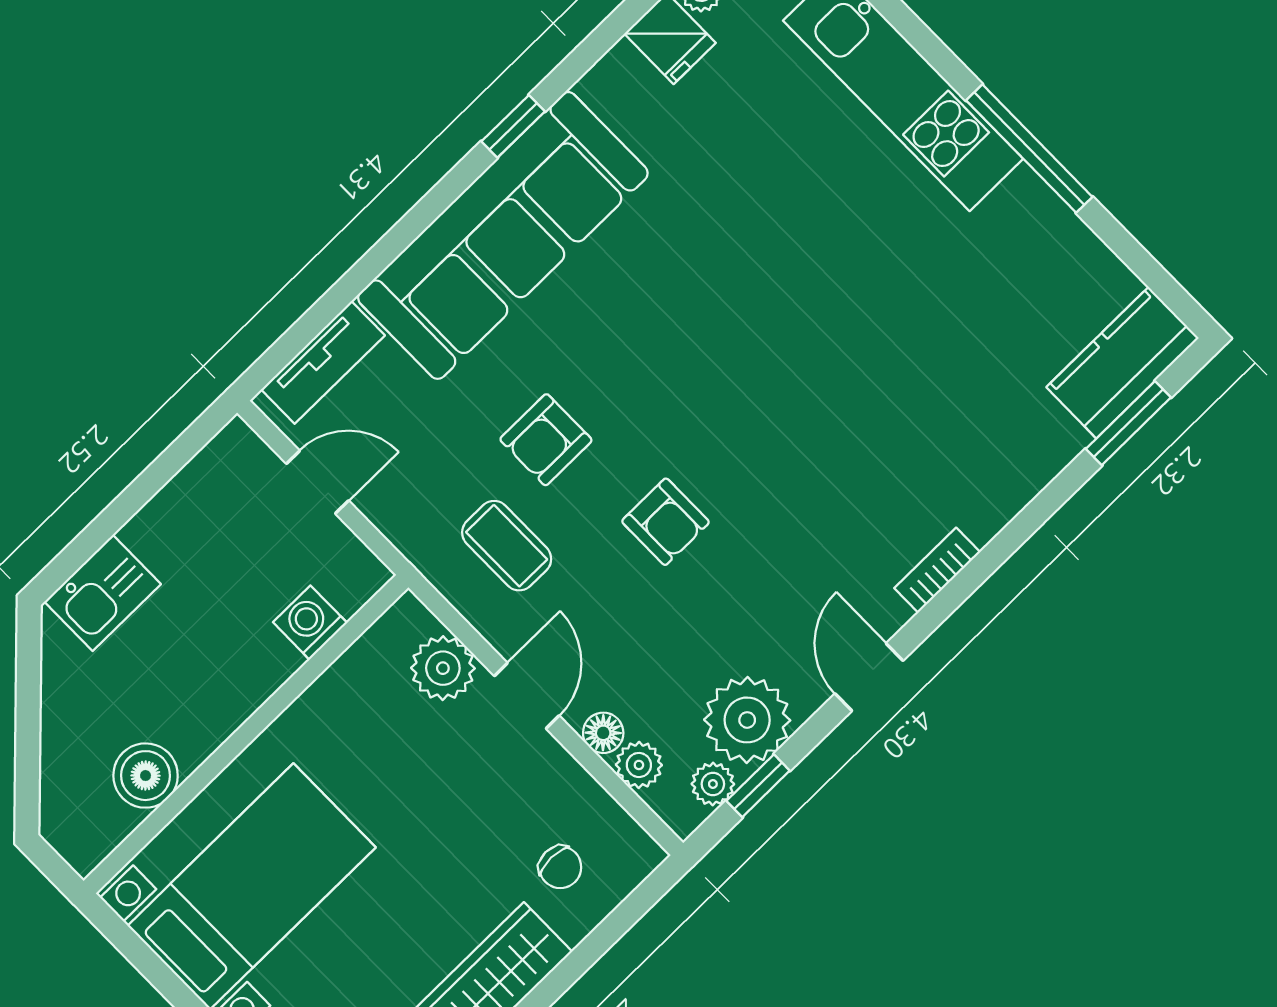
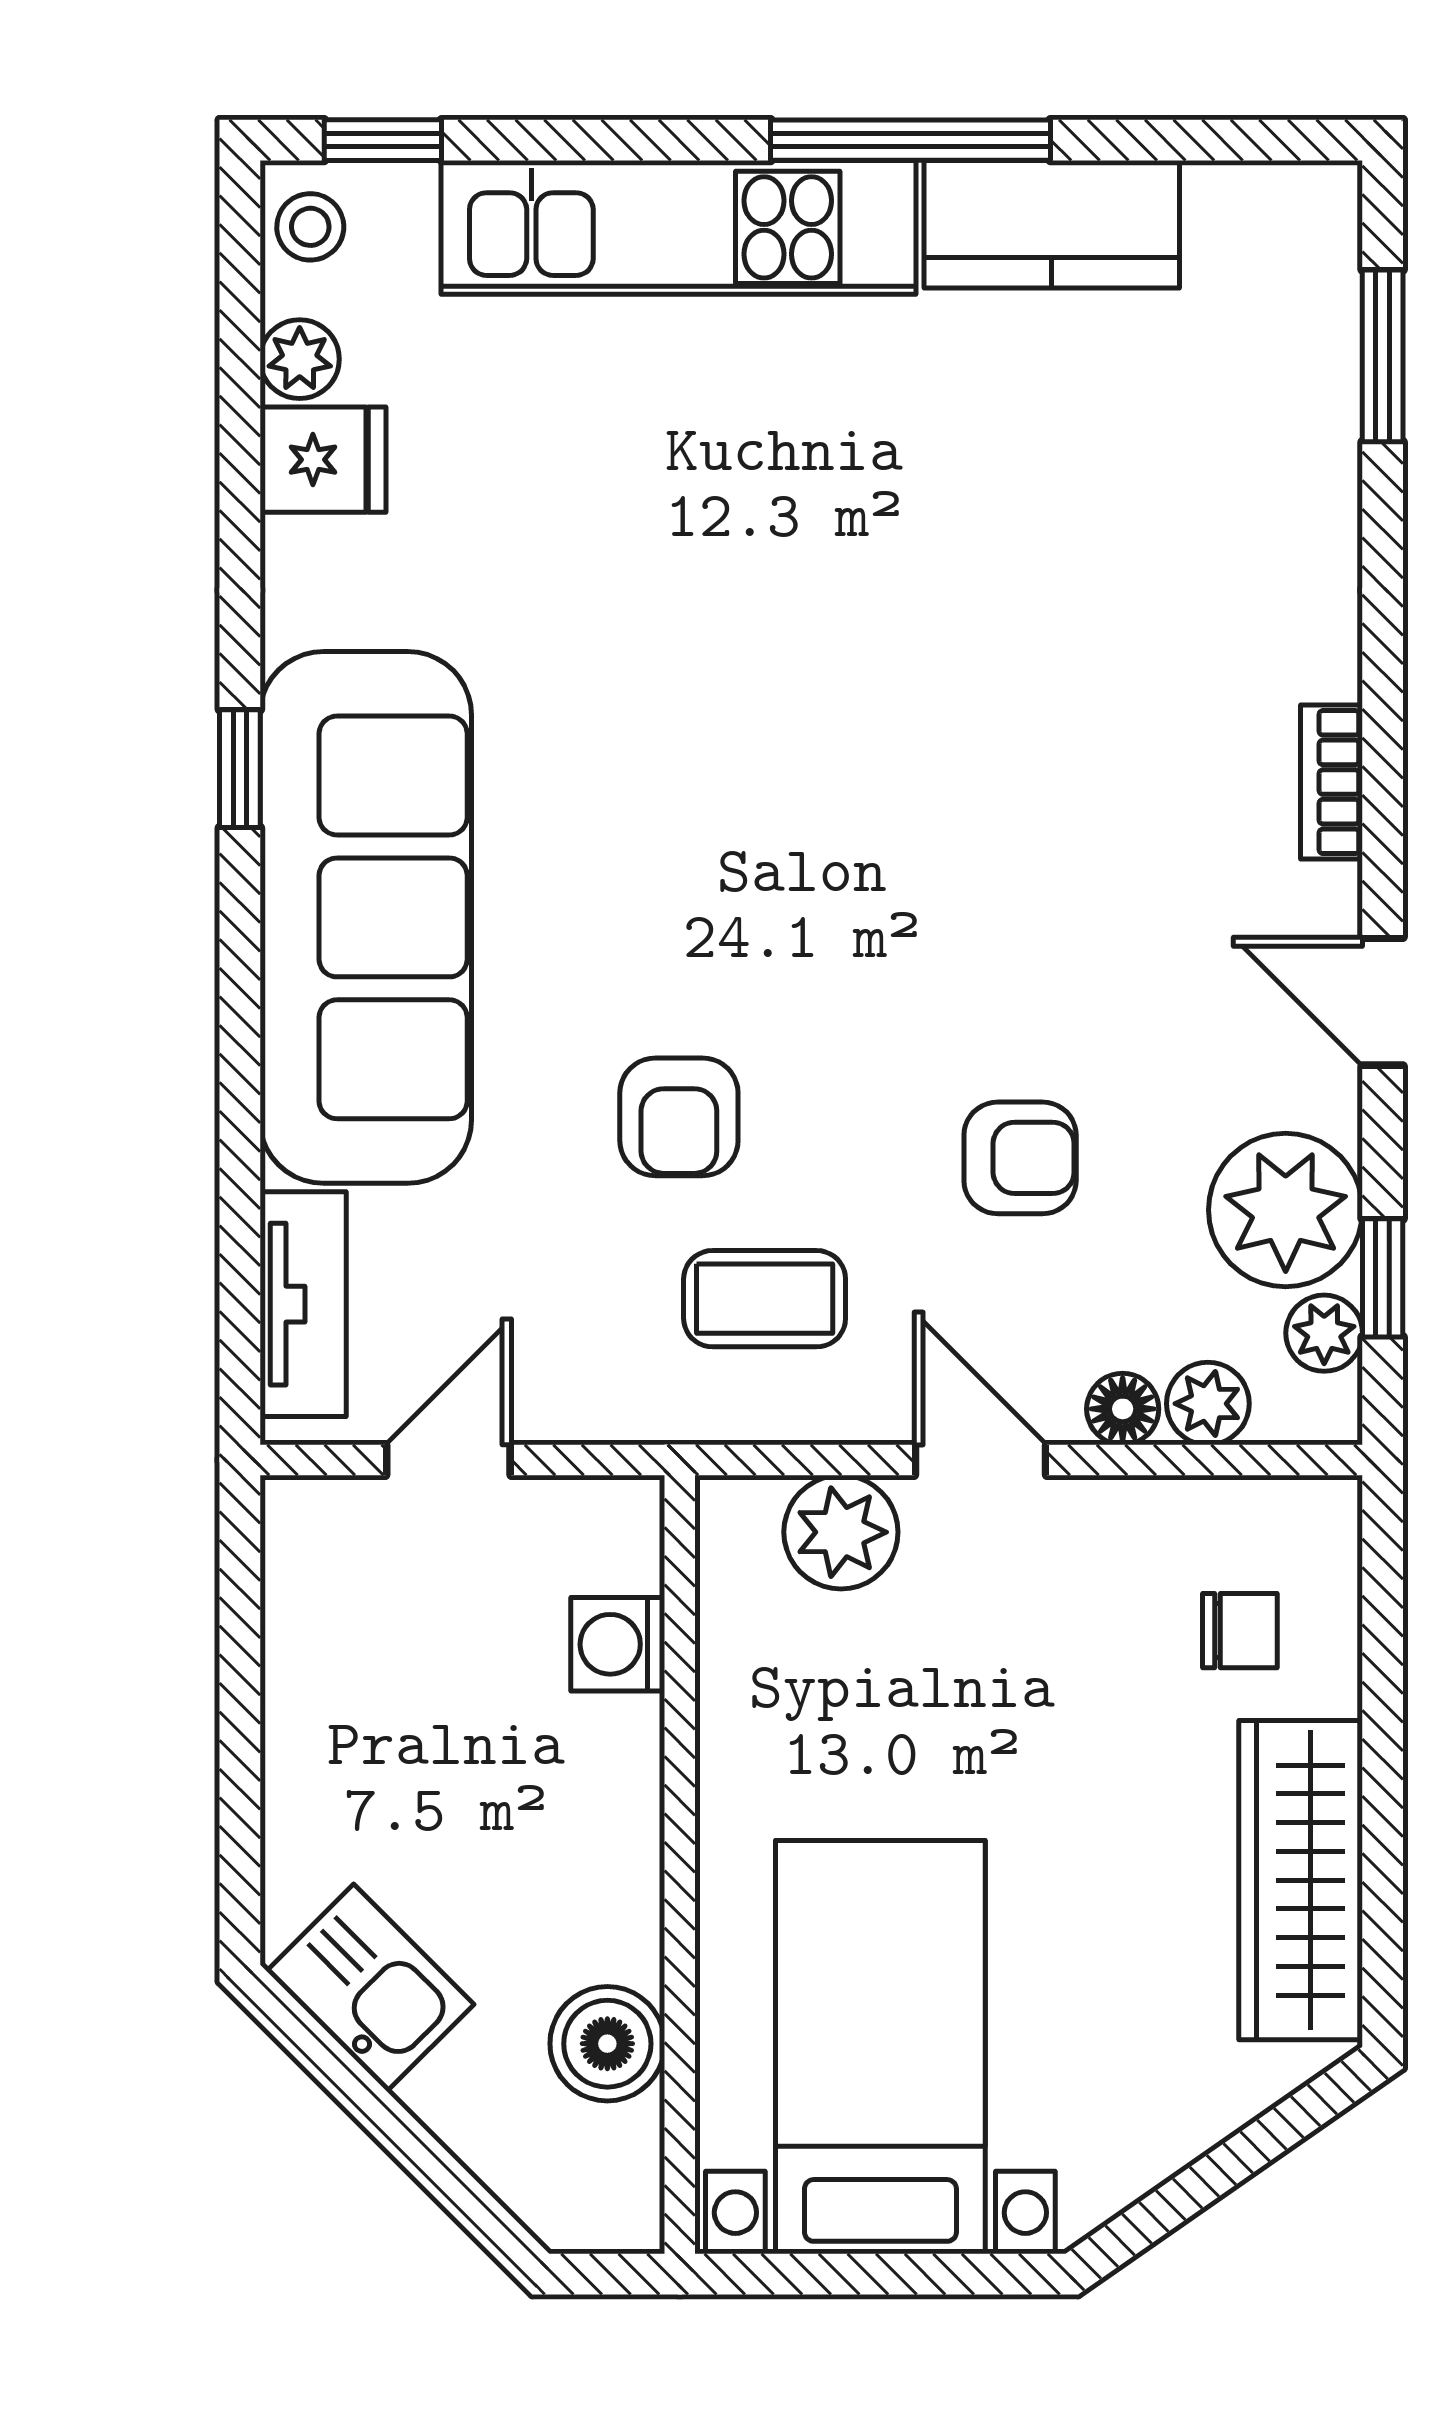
kitchen counter: (1123, 363) -> (1052, 224), moved, turned -90
armchair: (665, 522) -> (1020, 1158), moved
kitchen sink: (103, 593) -> (370, 1988), moved, turned -45

